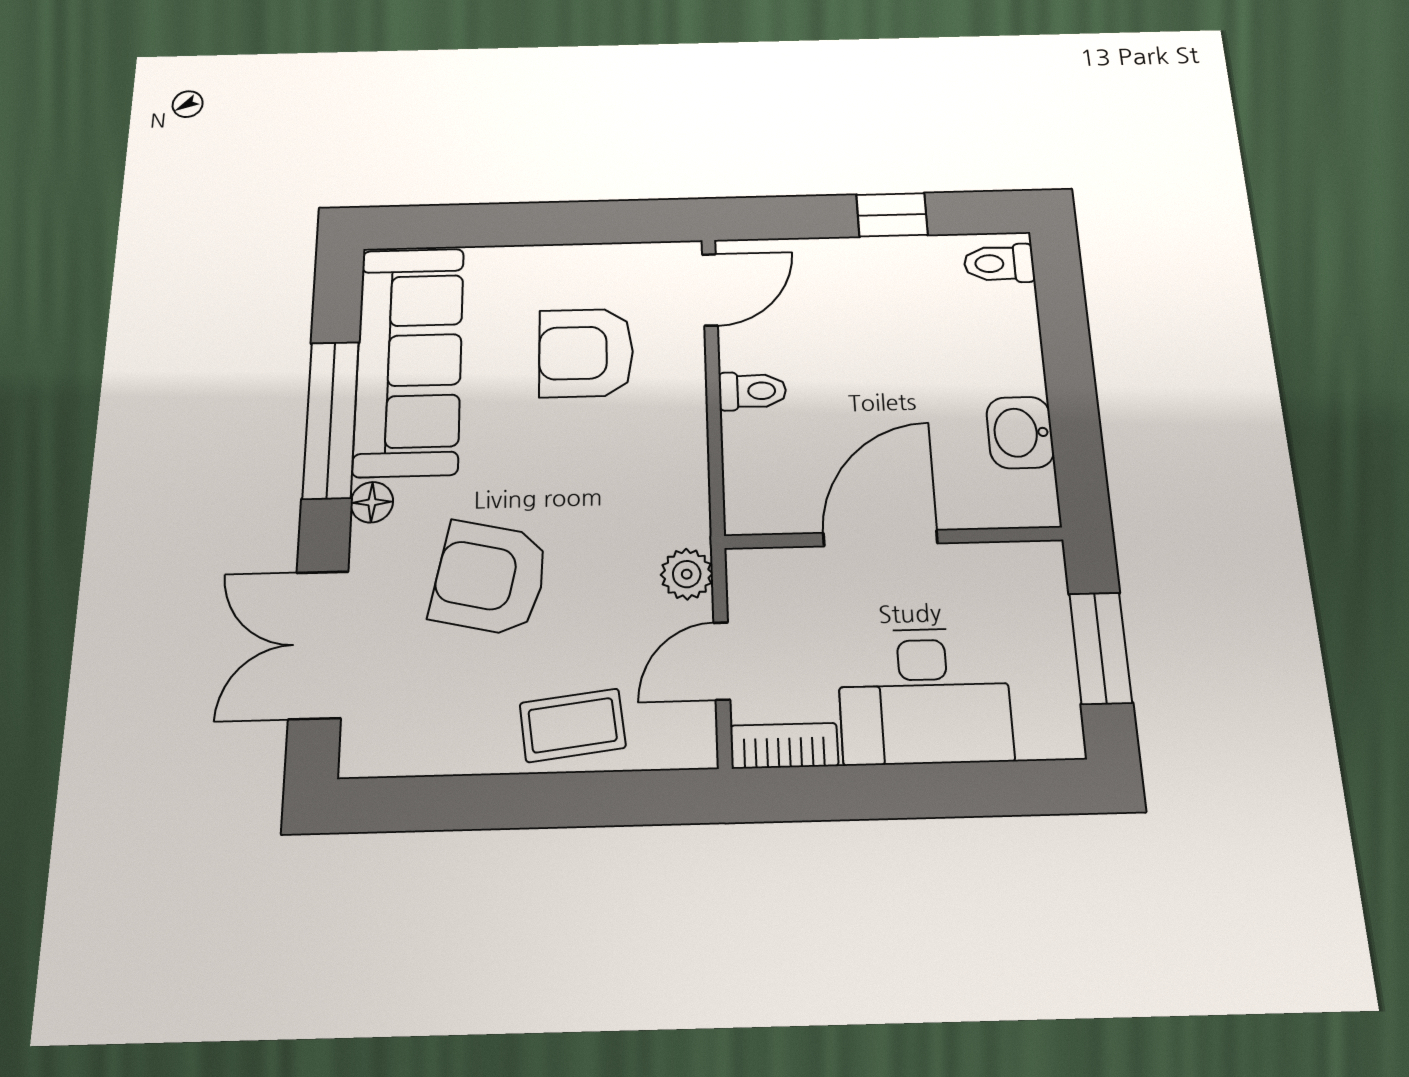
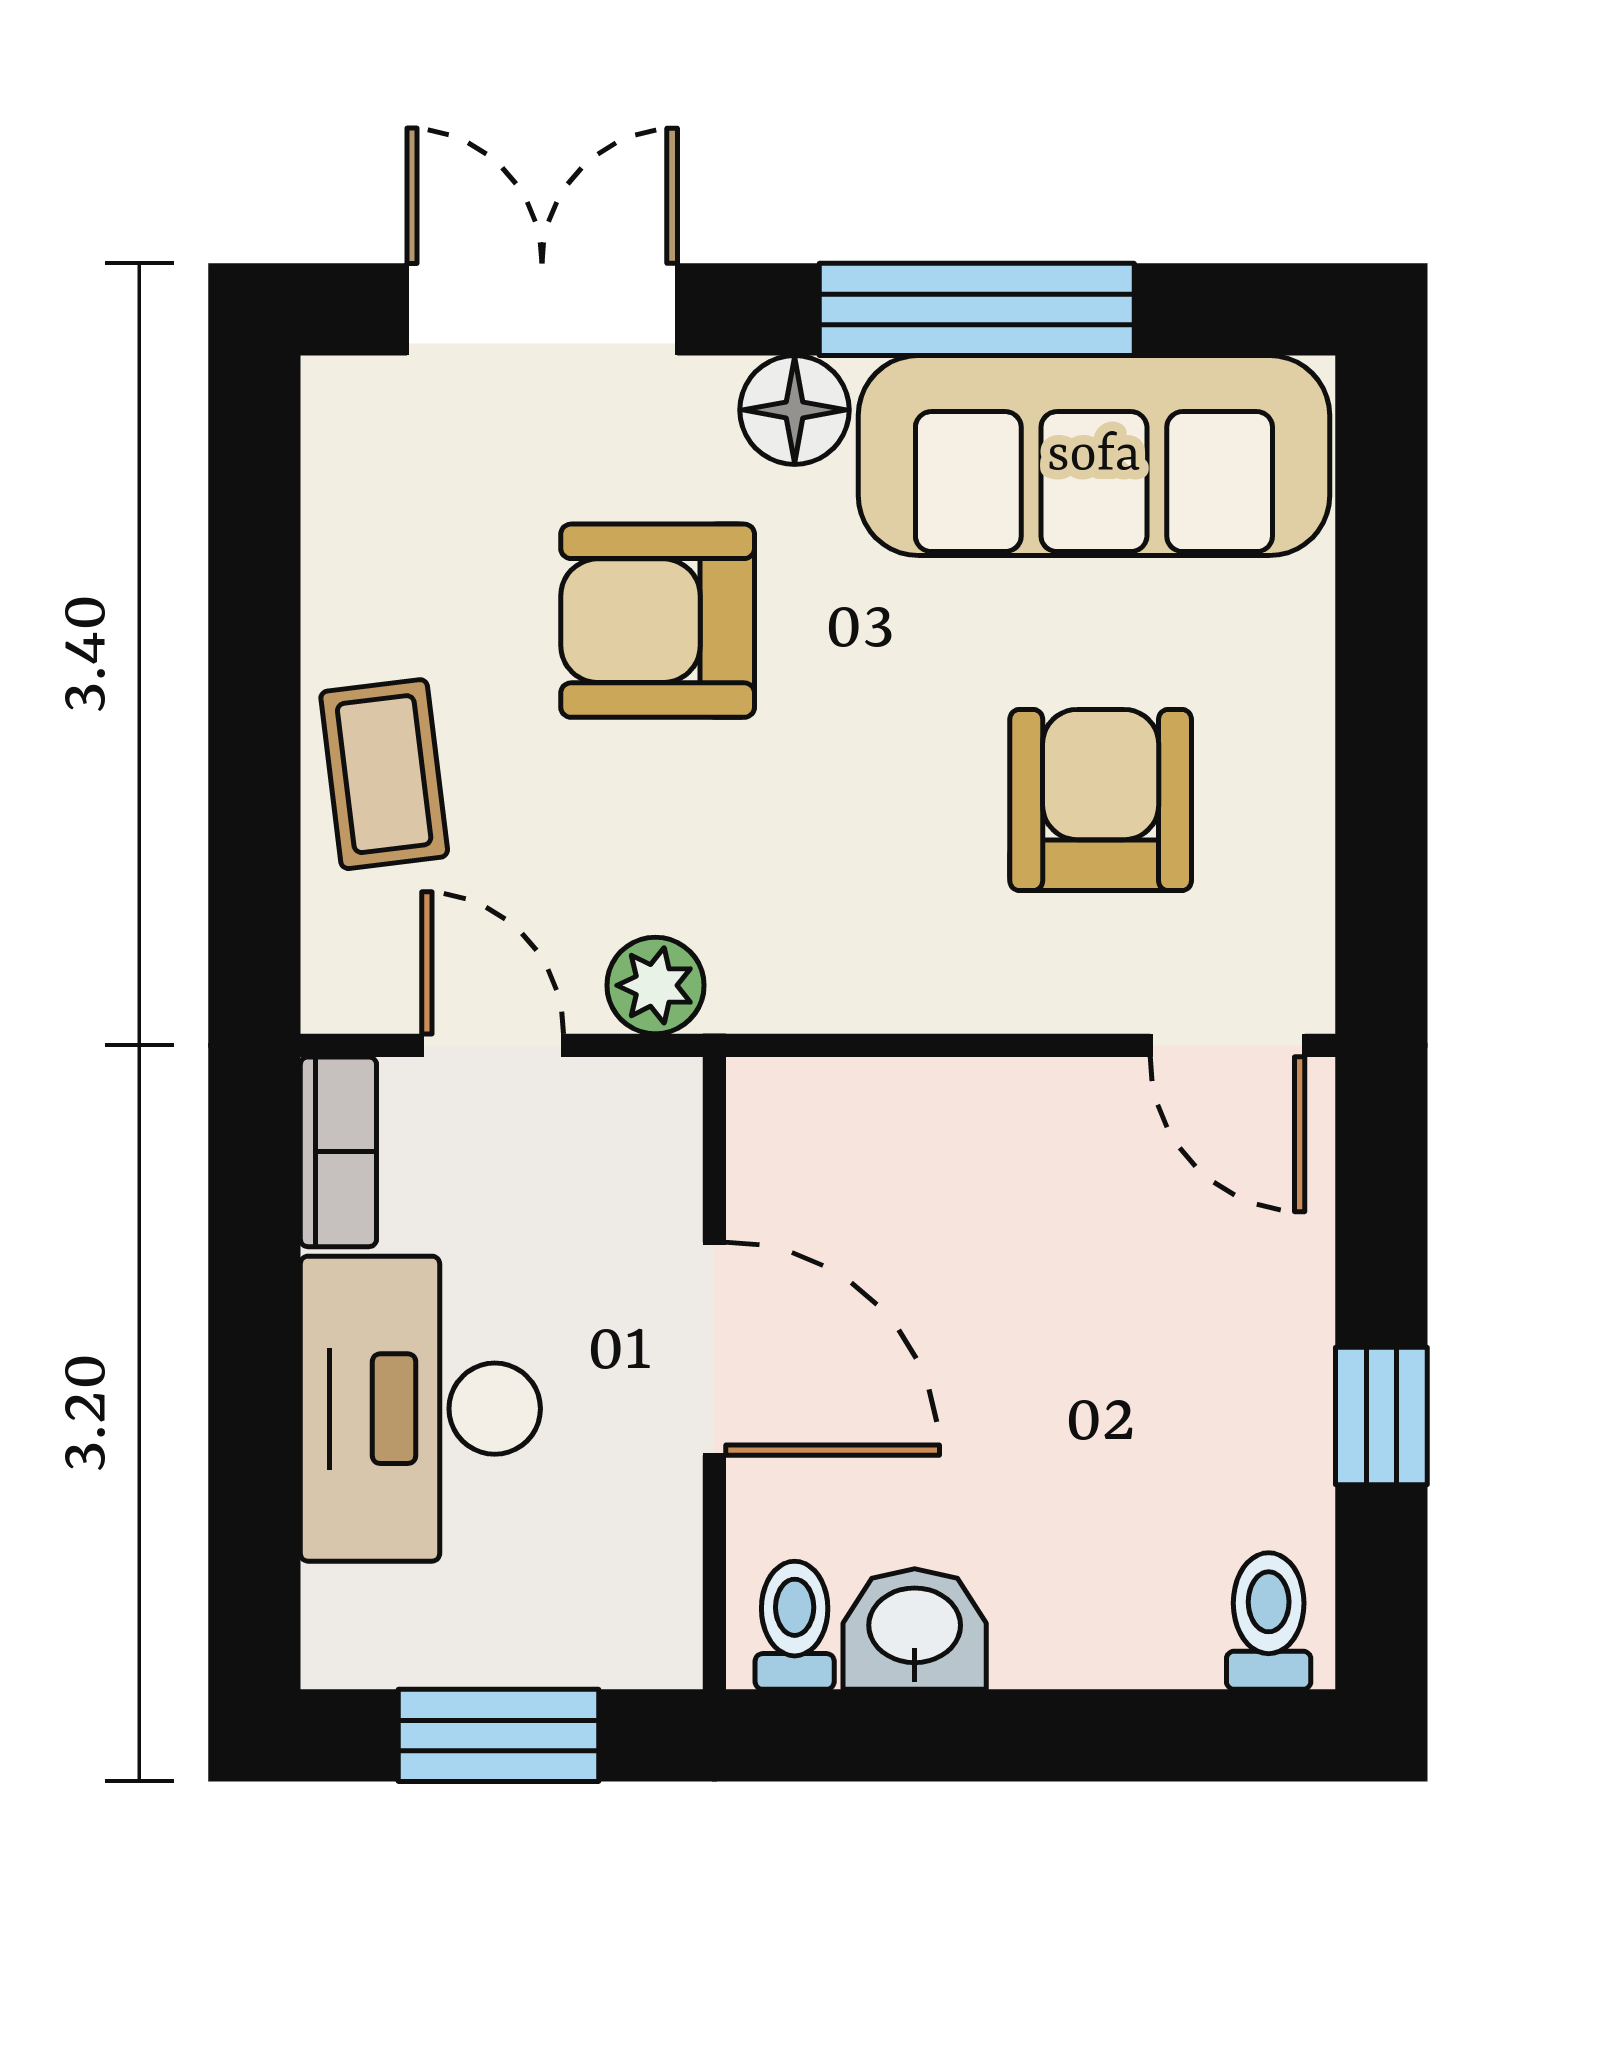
toilet: (752, 391) -> (795, 1625), moved, turned 180
floor lamp: (372, 502) -> (795, 410), width x1.37, depth x1.37
armchair: (490, 578) -> (658, 621), turned -102

